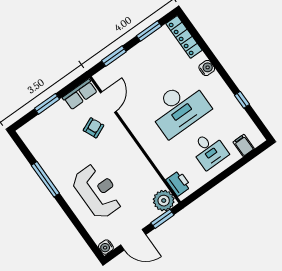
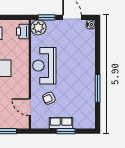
row of seats: (80, 94) -> (61, 123), moved
door: (108, 102) -> (30, 107), hinge flipped
reception desk: (98, 191) -> (44, 66), moved

